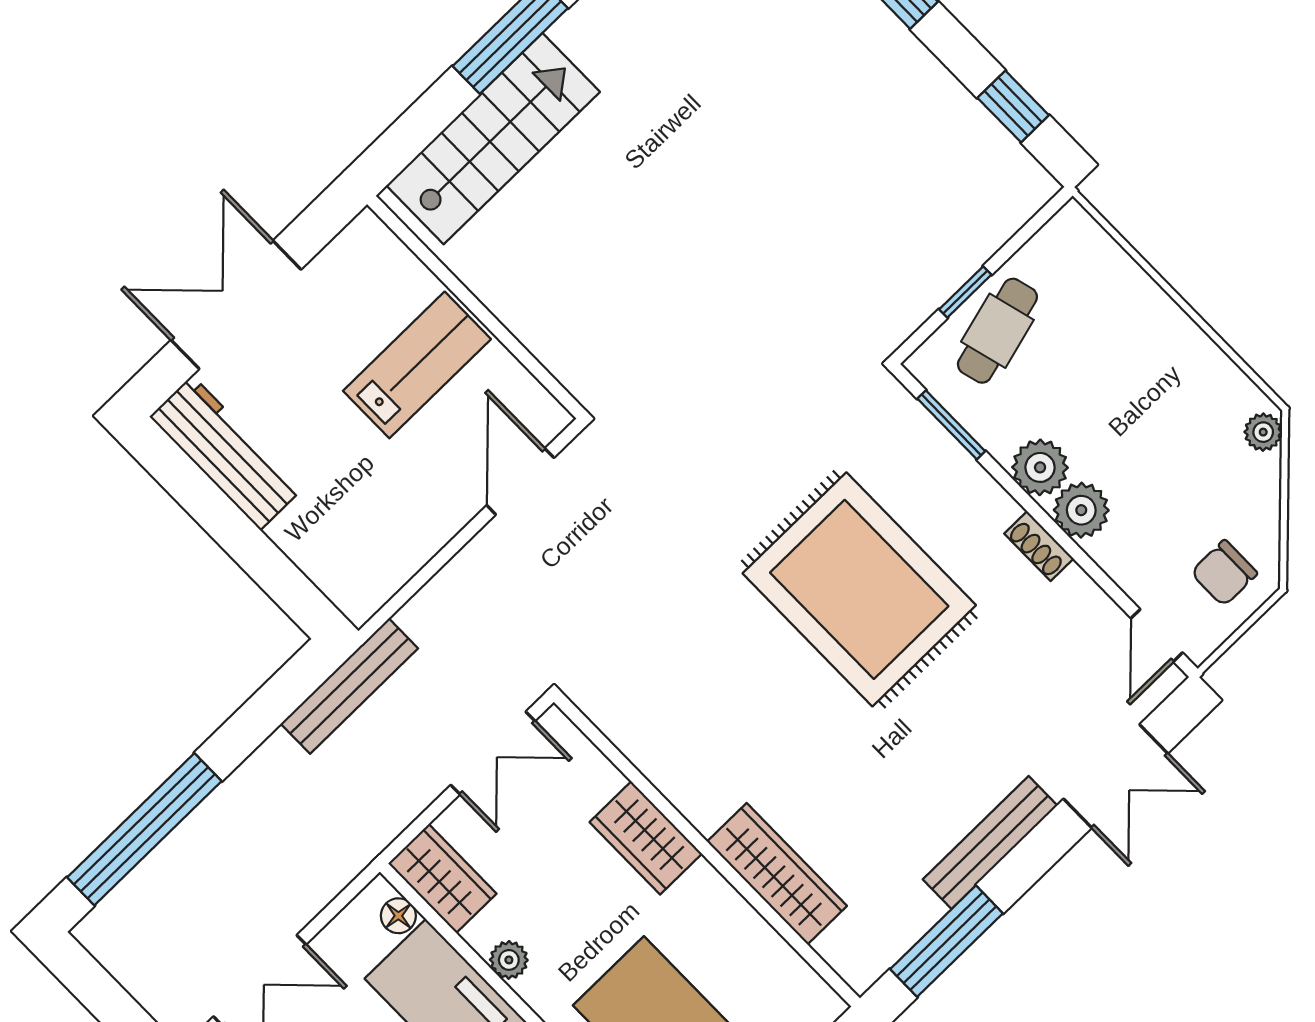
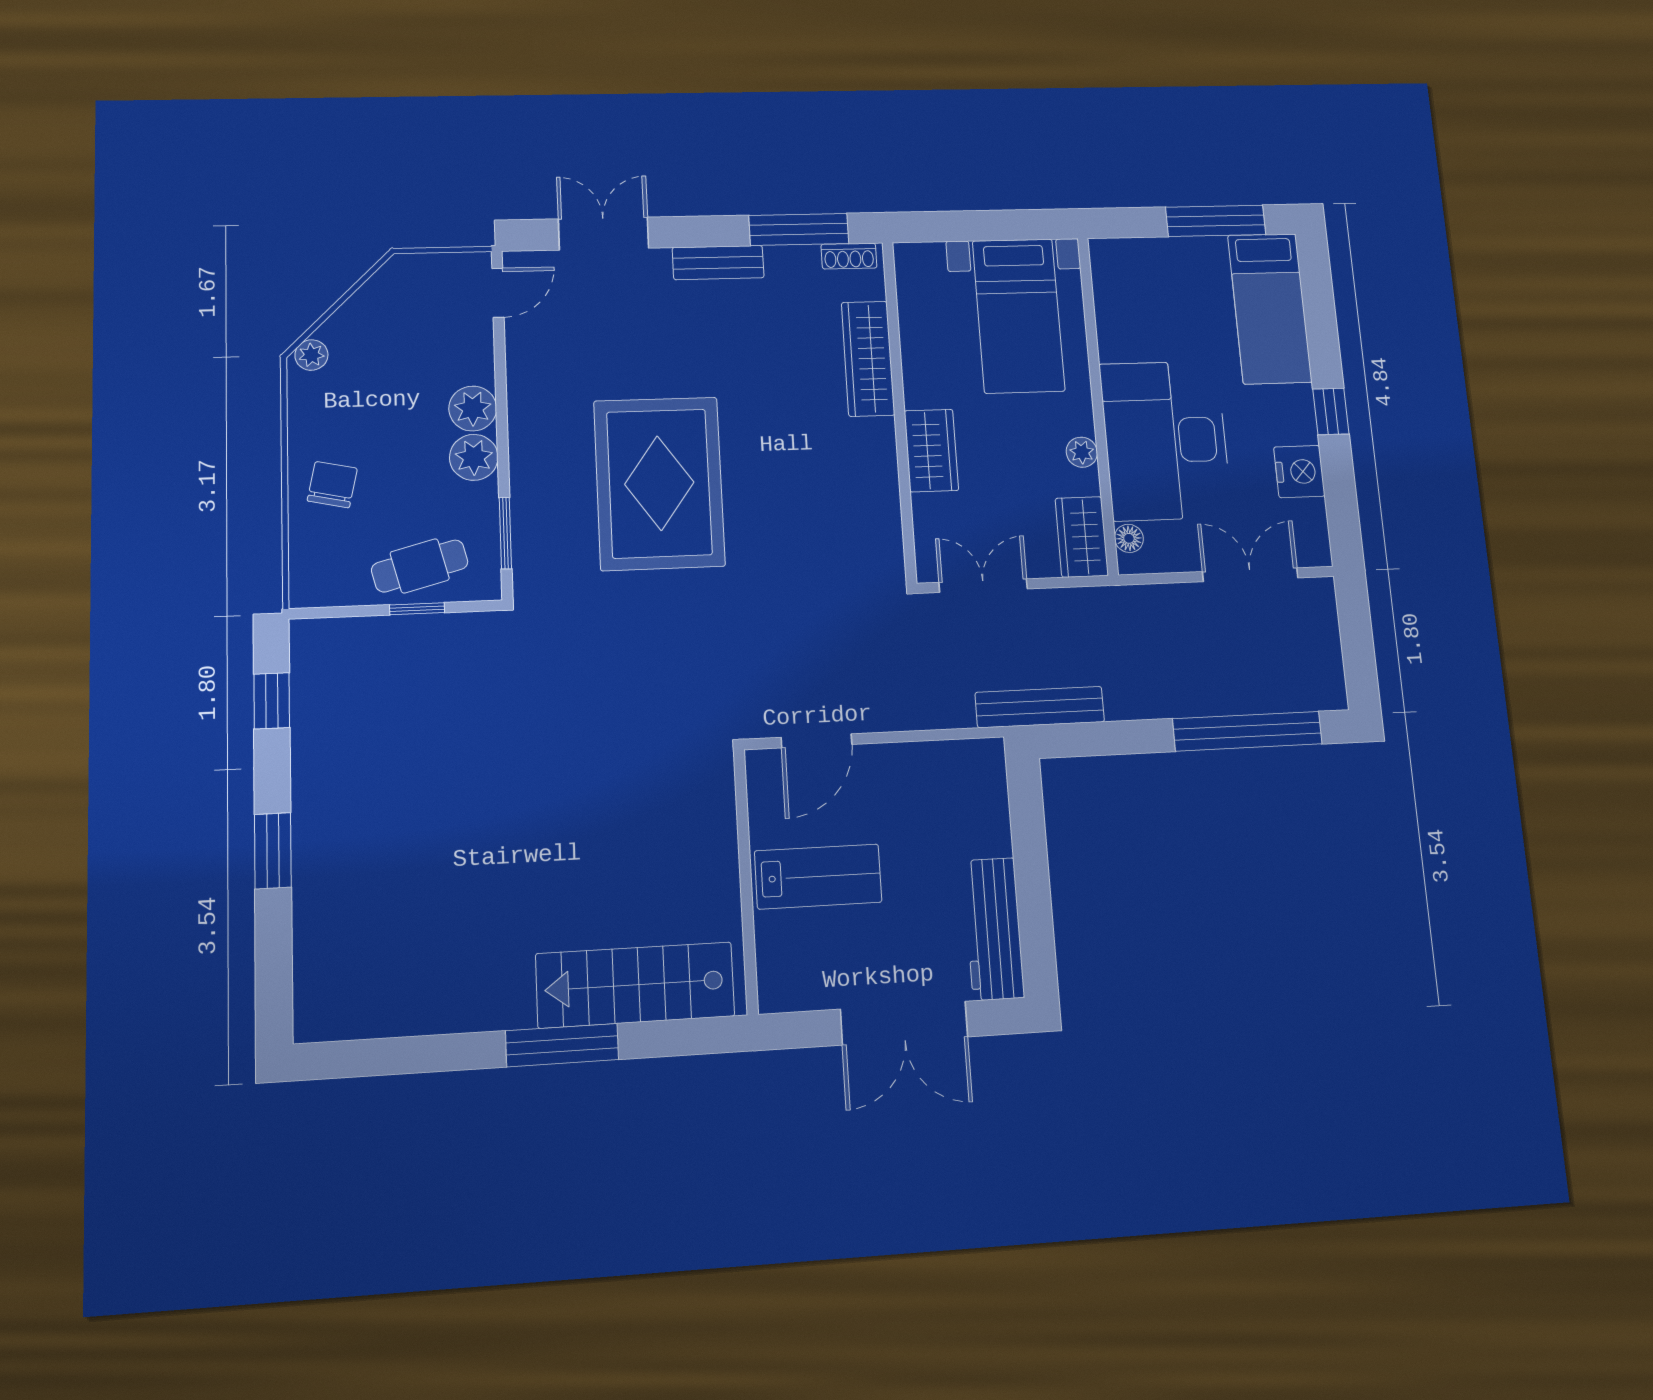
lab bench: (417, 365) -> (818, 877), turned 180
shoe rack: (1039, 546) -> (849, 256), moved, turned 90
chair: (1224, 573) -> (332, 485), moved, turned -78
bench: (990, 842) -> (718, 263), width x0.73

